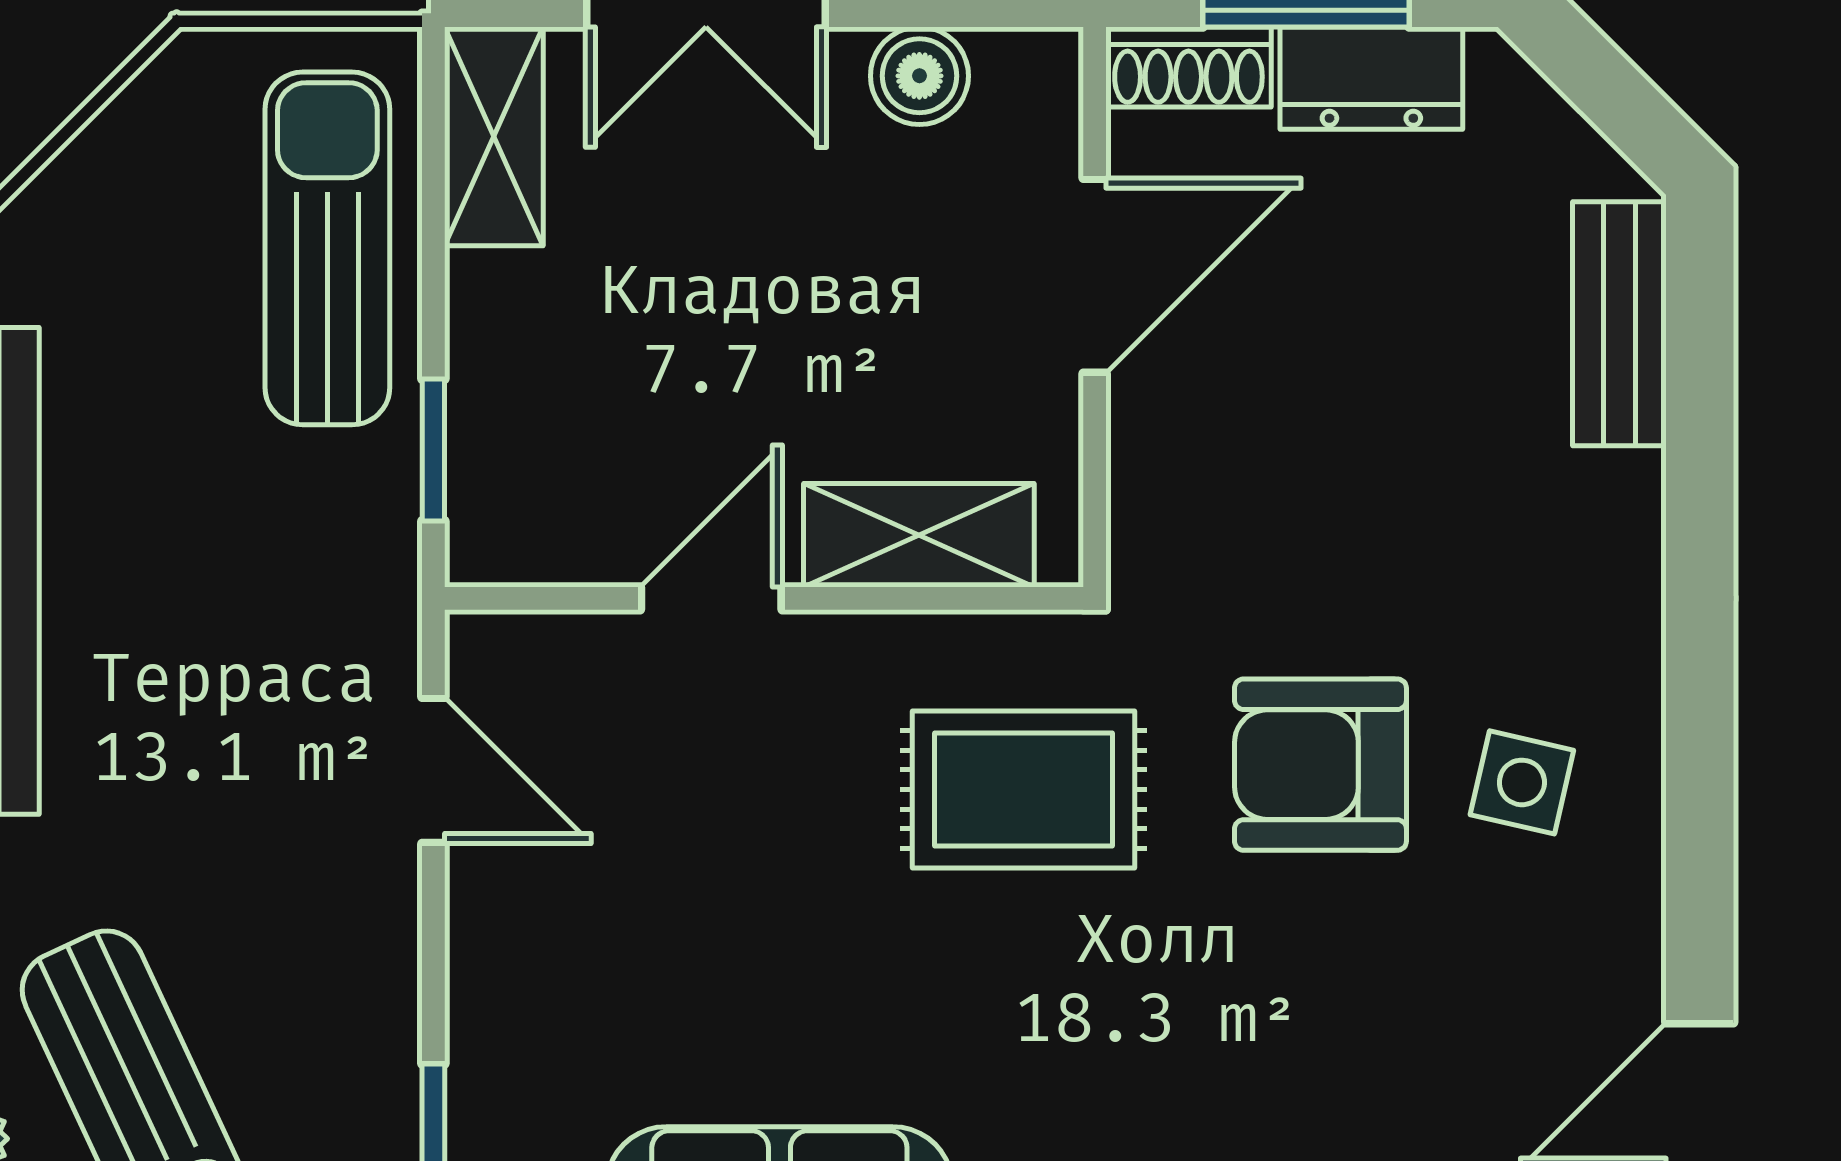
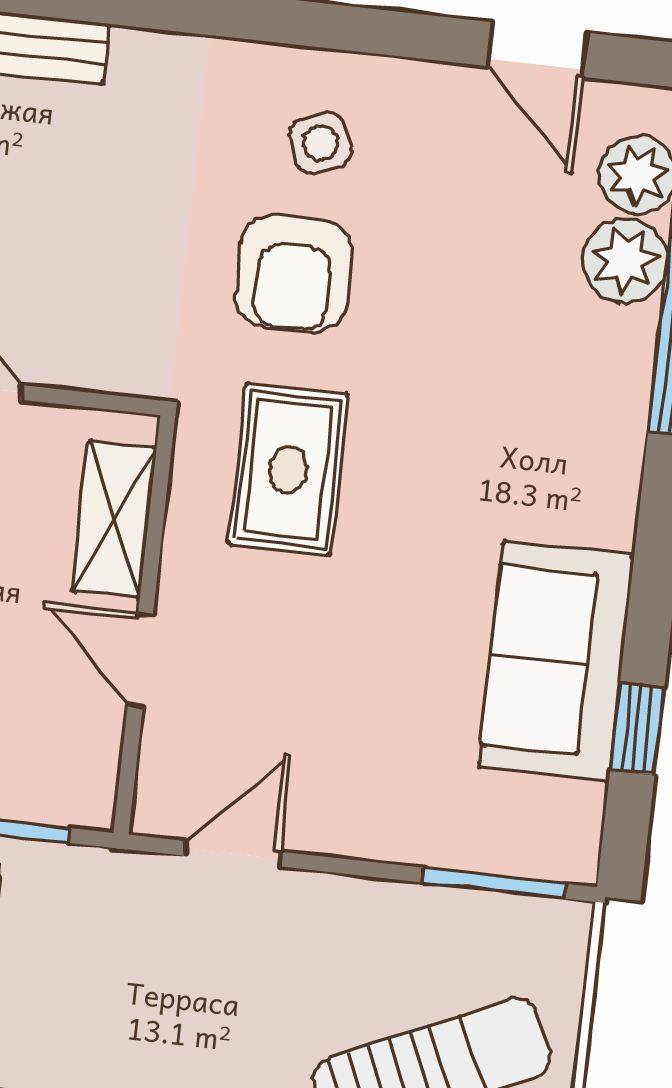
side table: (1522, 782) -> (320, 143), turned -36

